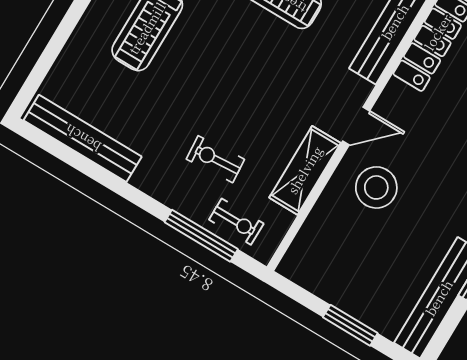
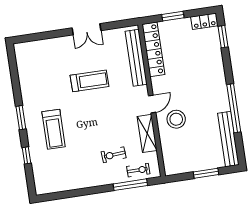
window: (62, 34) -> (27, 155), added
bench: (83, 138) -> (63, 185), removed

